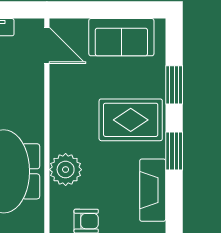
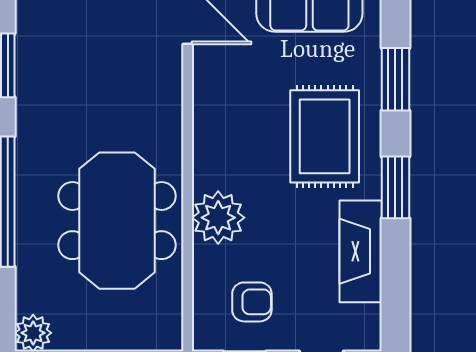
rug: (131, 120) -> (325, 136), turned 90

